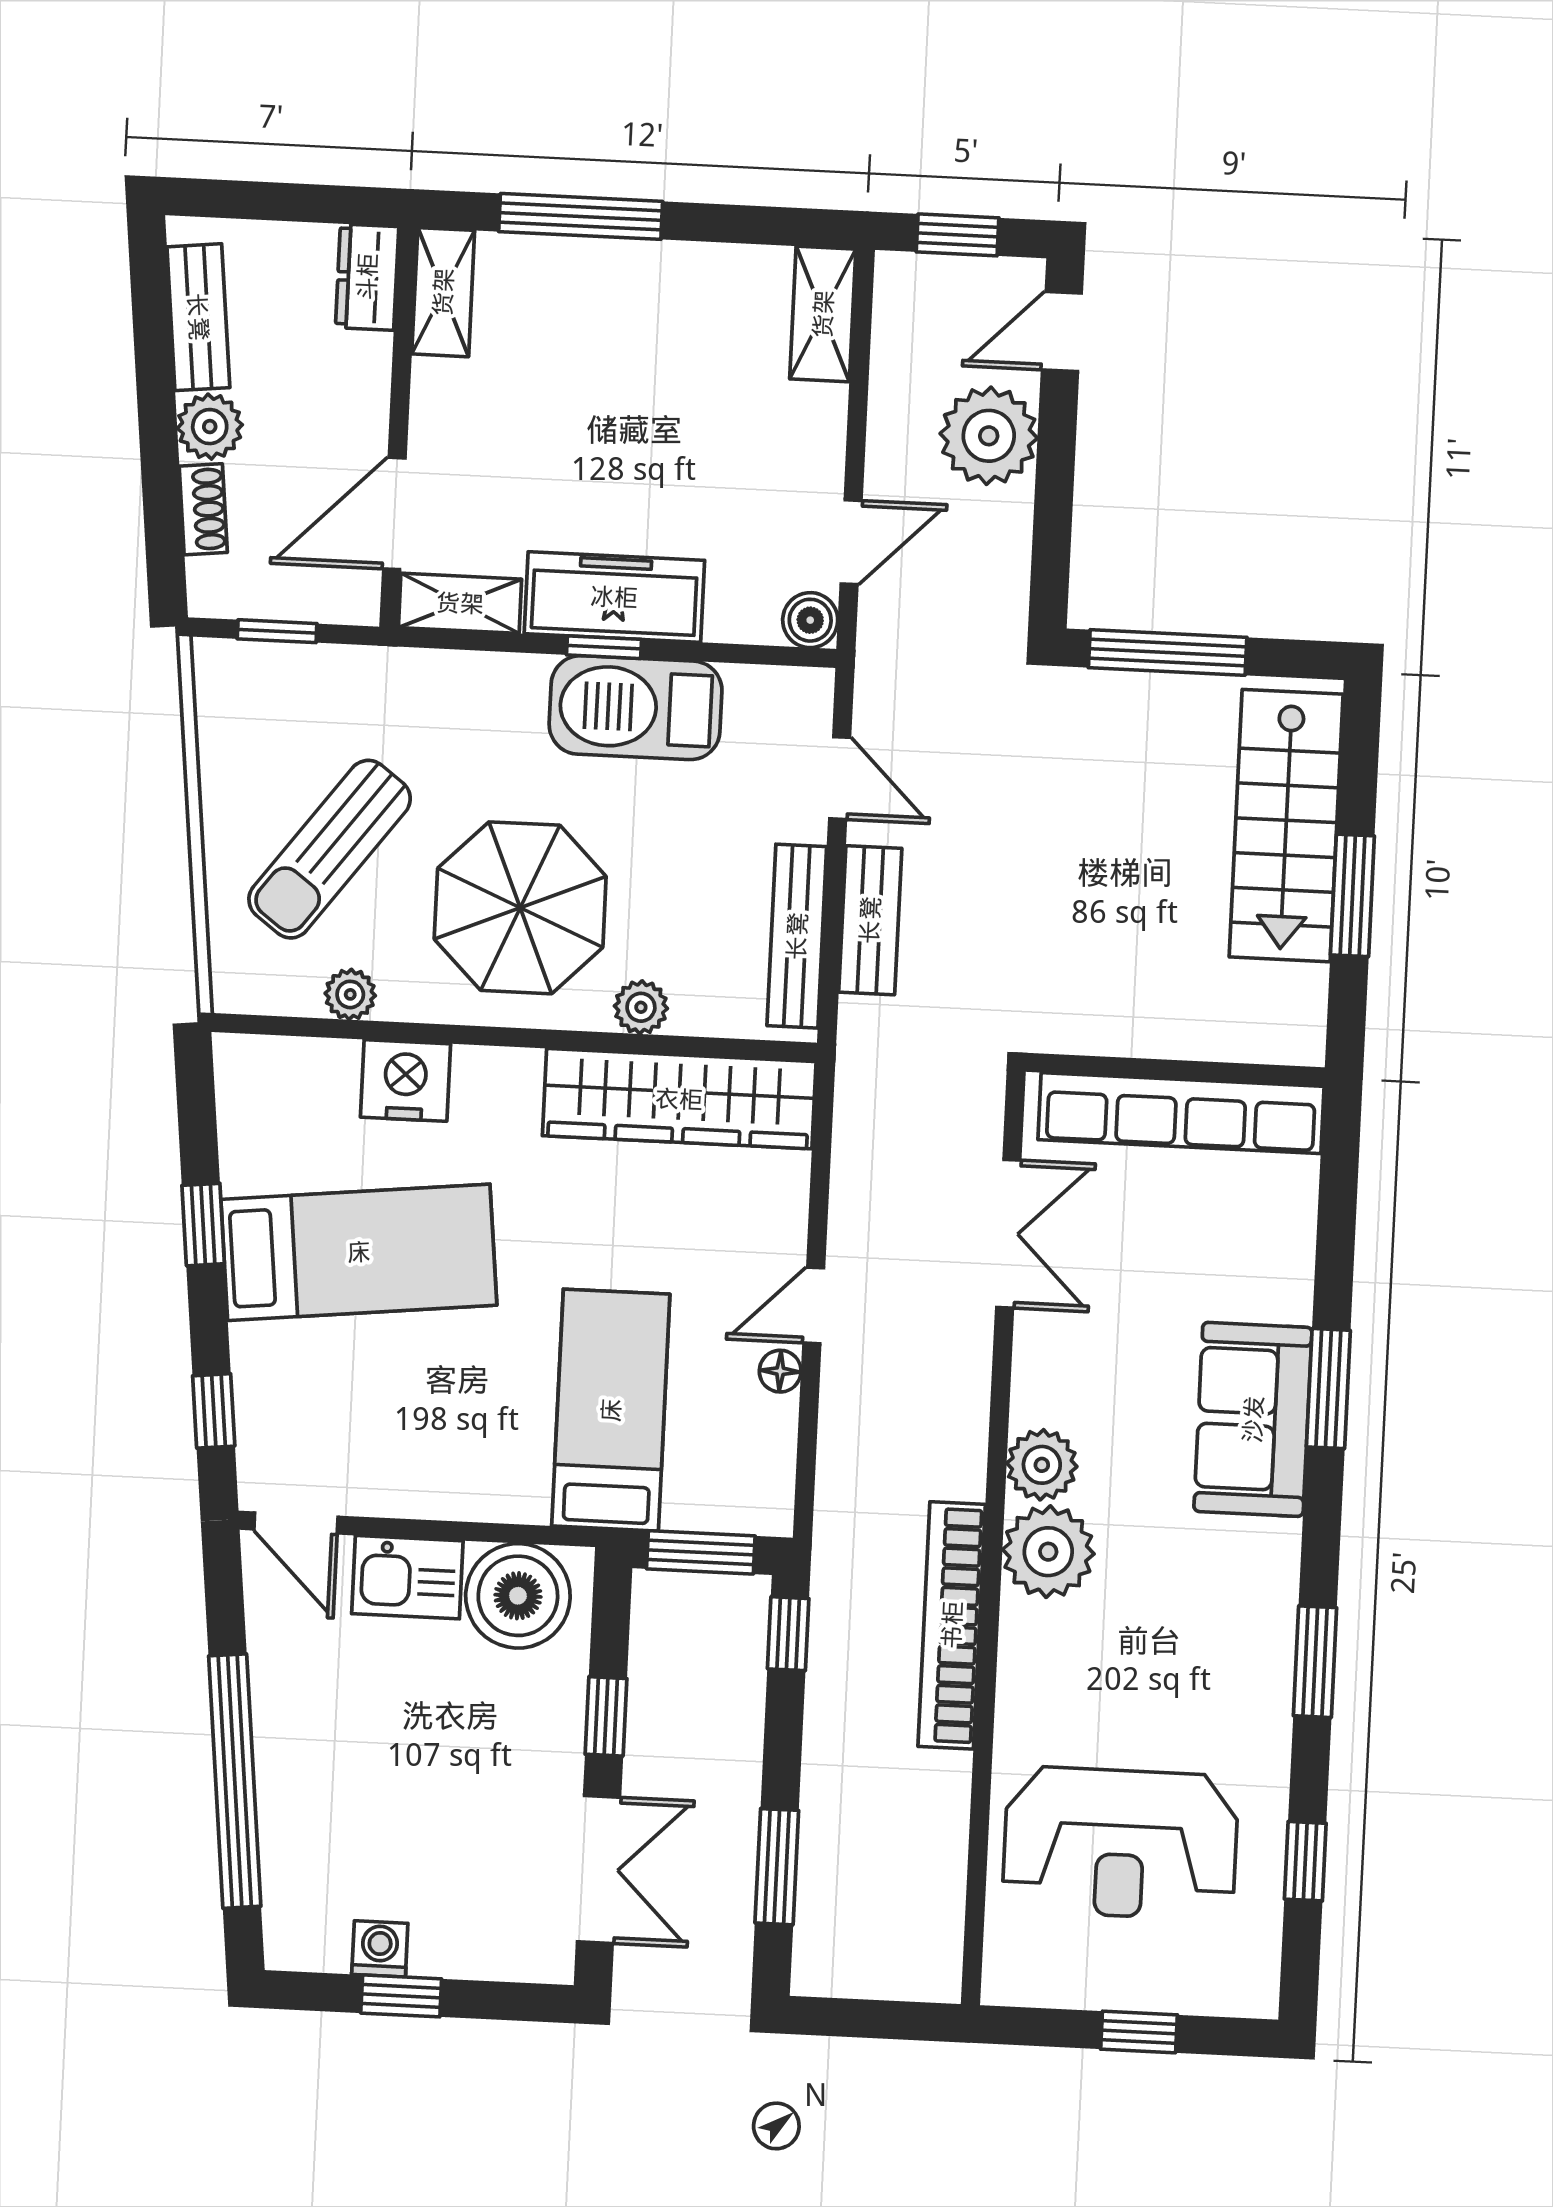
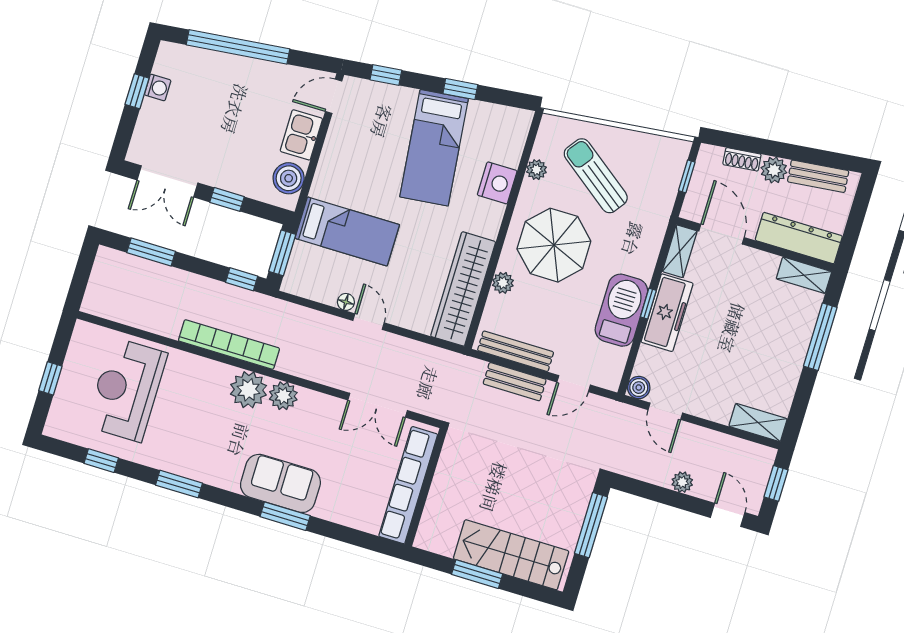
dresser: (367, 277) -> (799, 238), width x1.96, depth x1.24
plant: (989, 436) -> (682, 482), width x0.53, depth x0.53
boiler: (518, 1596) -> (289, 178), width x0.73, depth x0.73

